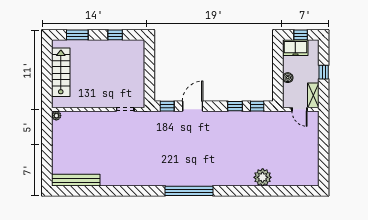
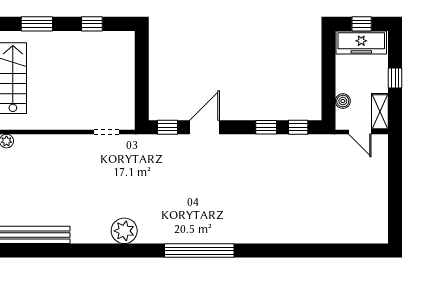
freezer: (295, 48) -> (361, 42), width x1.40
boiler: (288, 78) -> (343, 101), moved
plant: (263, 177) -> (124, 231), moved

